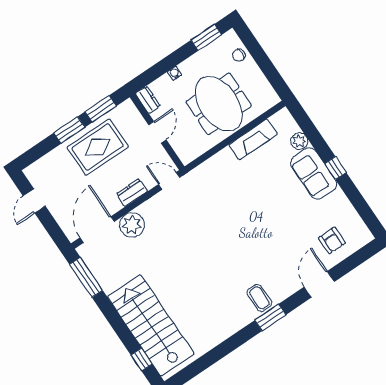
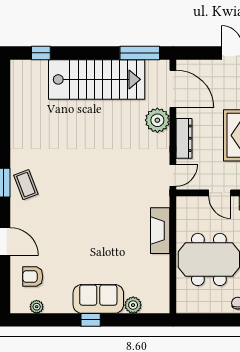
fireplace: (253, 139) -> (160, 231), moved
dresser: (132, 193) -> (184, 138), width x1.44
plant: (355, 220) -> (37, 307), added
coffee table: (259, 298) -> (26, 185), turned 69
stairs: (151, 325) -> (97, 79), moved

